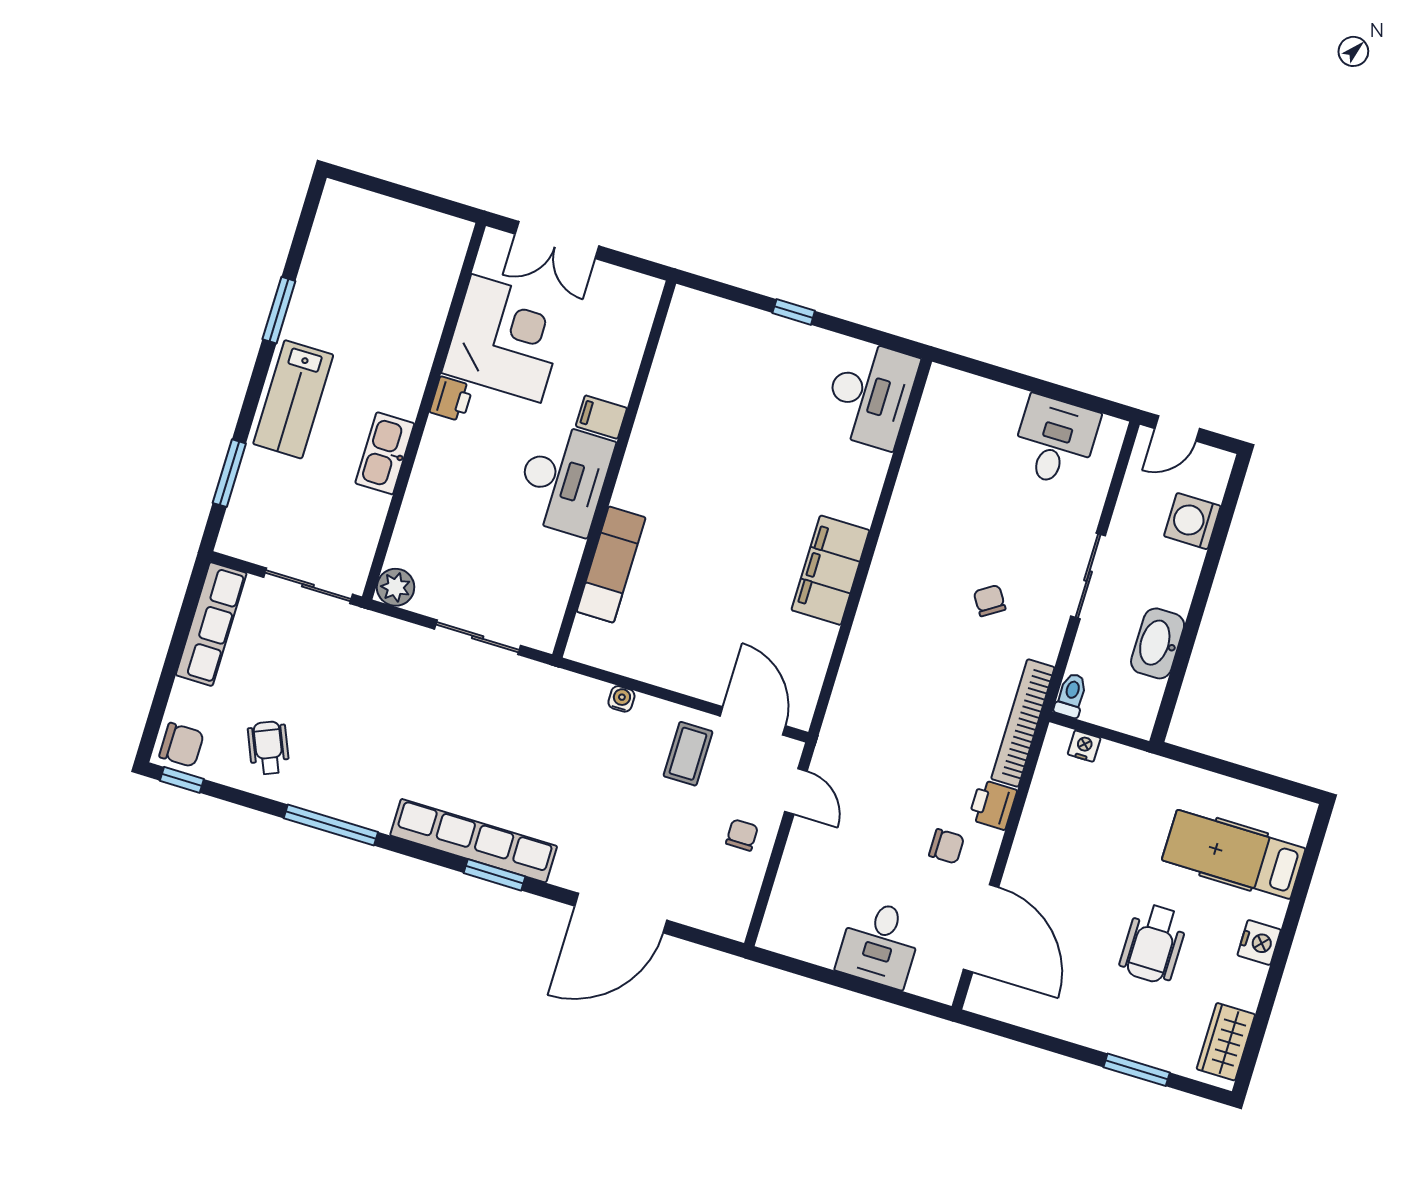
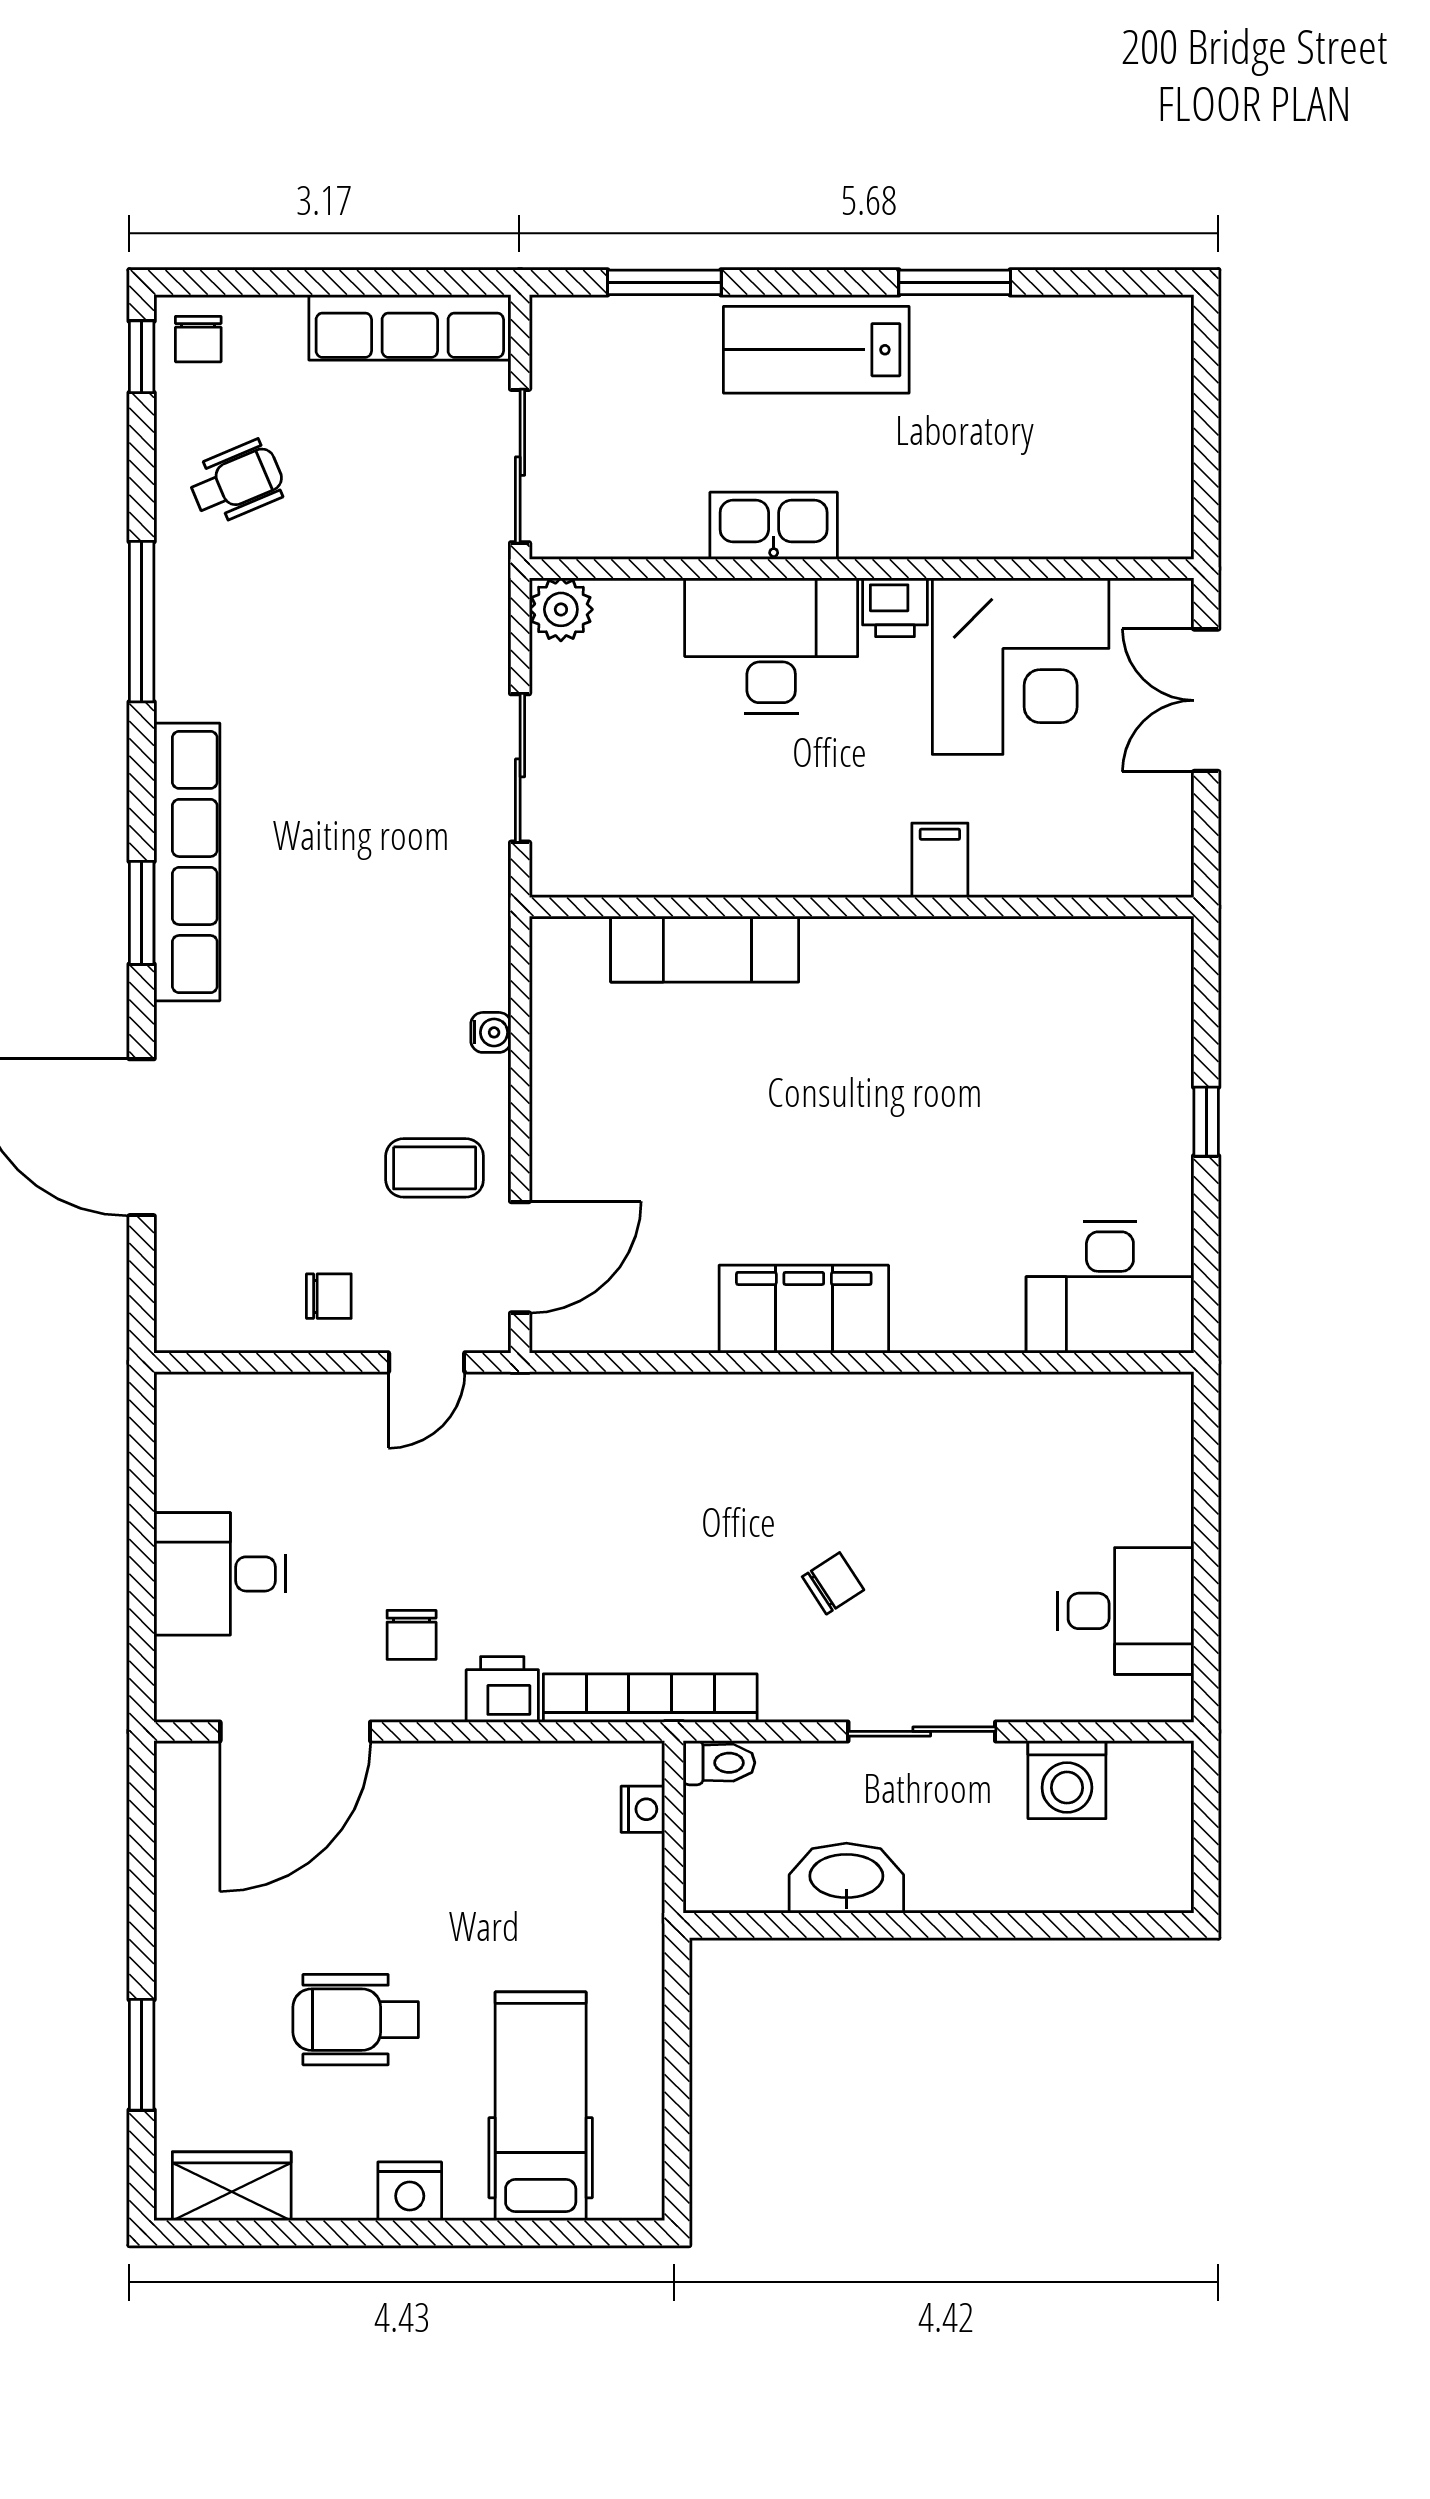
door: (1177, 428) -> (1206, 1804), removed
desk: (564, 479) -> (771, 646), moved, turned 180
washing machine: (1192, 521) -> (1067, 1780), moved, turned 180
chair: (182, 745) -> (198, 339), width x0.73, depth x0.73

